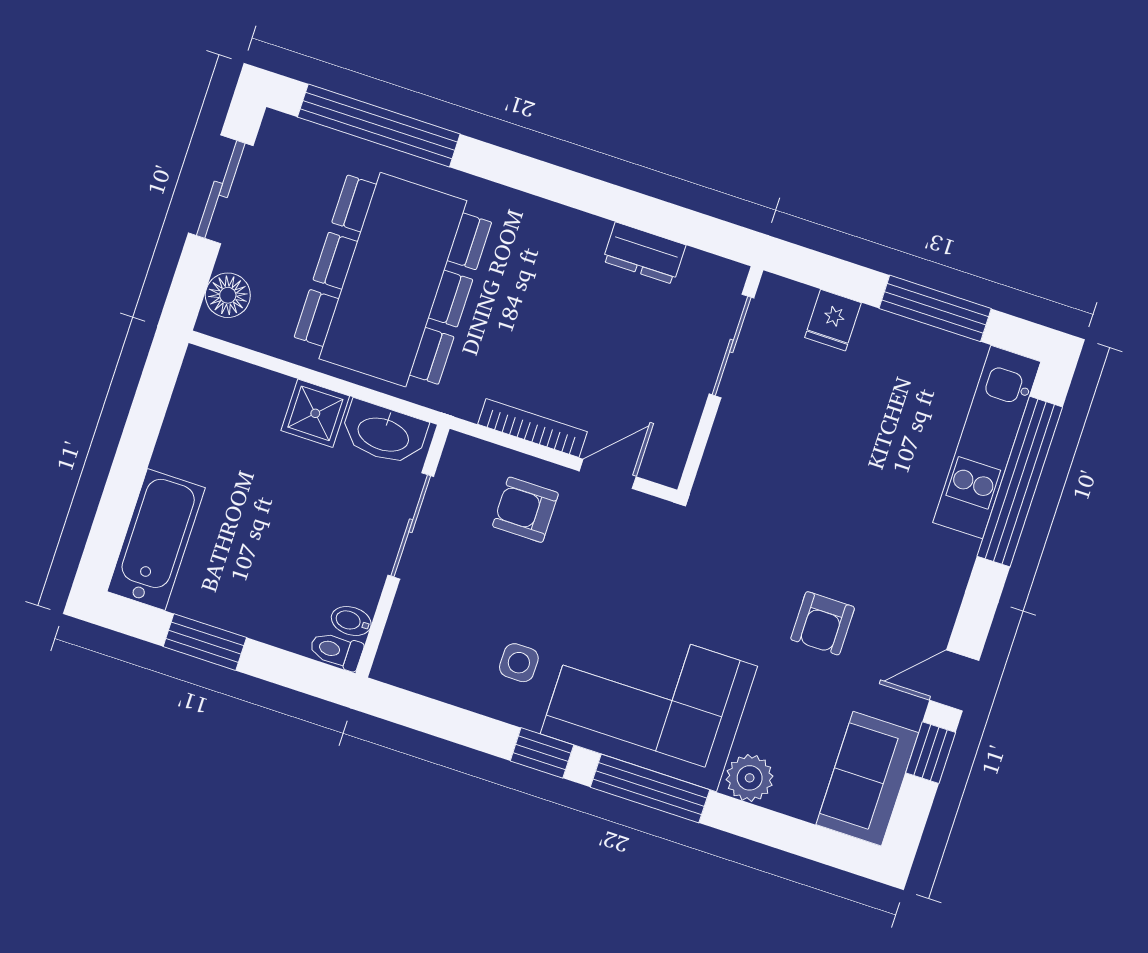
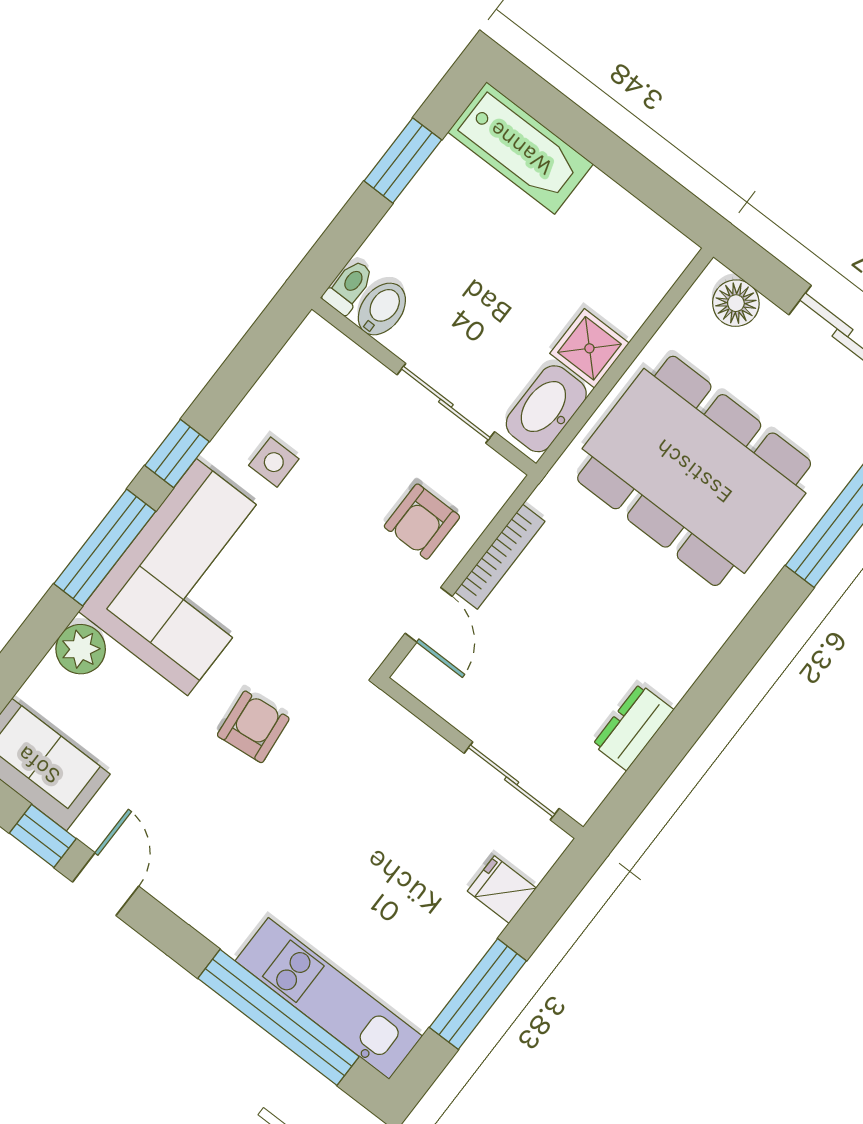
armchair: (525, 510) -> (422, 522), turned 180
bidet: (351, 621) -> (382, 309), width x1.38, depth x1.36
armchair: (823, 623) -> (253, 727), moved, turned 84

